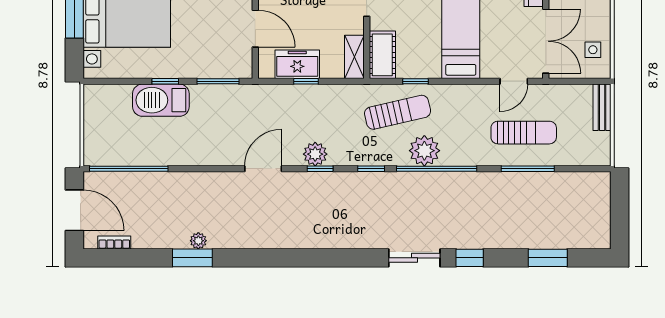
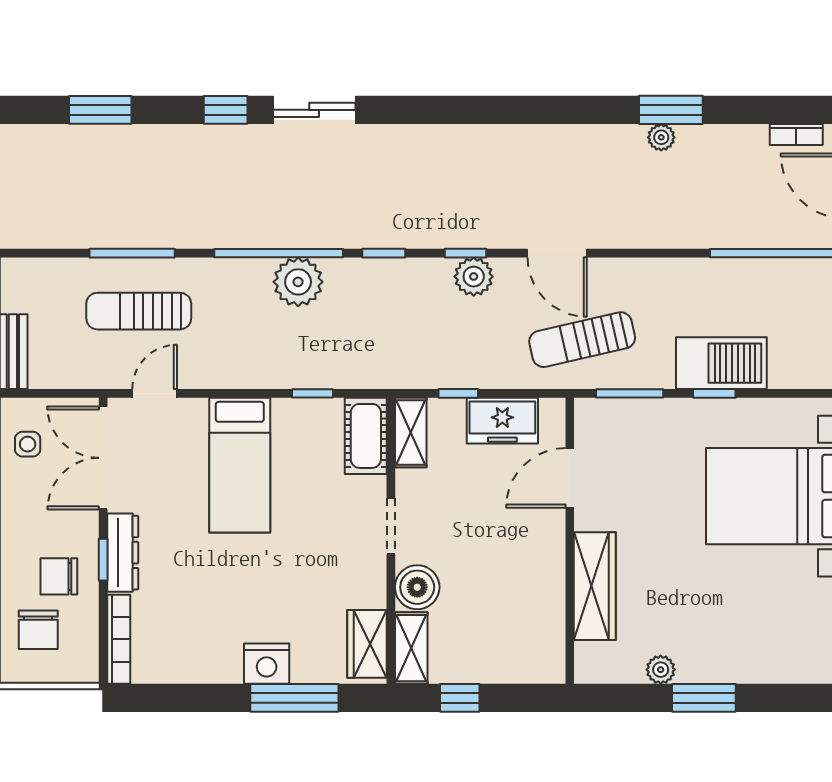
door: (255, 29) -> (570, 478), hinge flipped
window: (306, 81) -> (458, 393), moved
sun lounger: (398, 112) -> (582, 340), moved
door: (263, 169) -> (557, 253), hinge flipped

